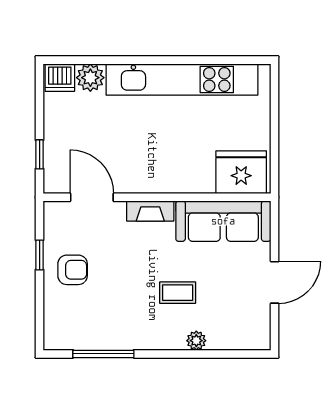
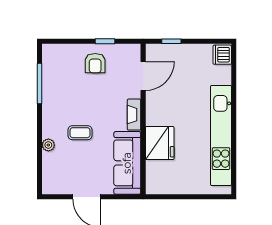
plant: (90, 78) -> (222, 75), removed
fridge: (241, 172) -> (160, 143), moved
coffee table: (178, 293) -> (80, 133), turned 90

